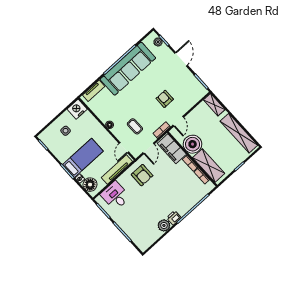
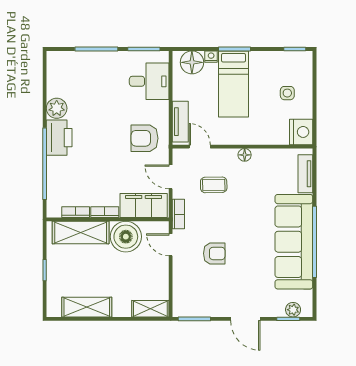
shelving: (239, 133) -> (87, 307), width x0.68
tv unit: (117, 169) -> (180, 122), width x0.71
printer: (174, 218) -> (59, 138), width x1.87, depth x1.48

